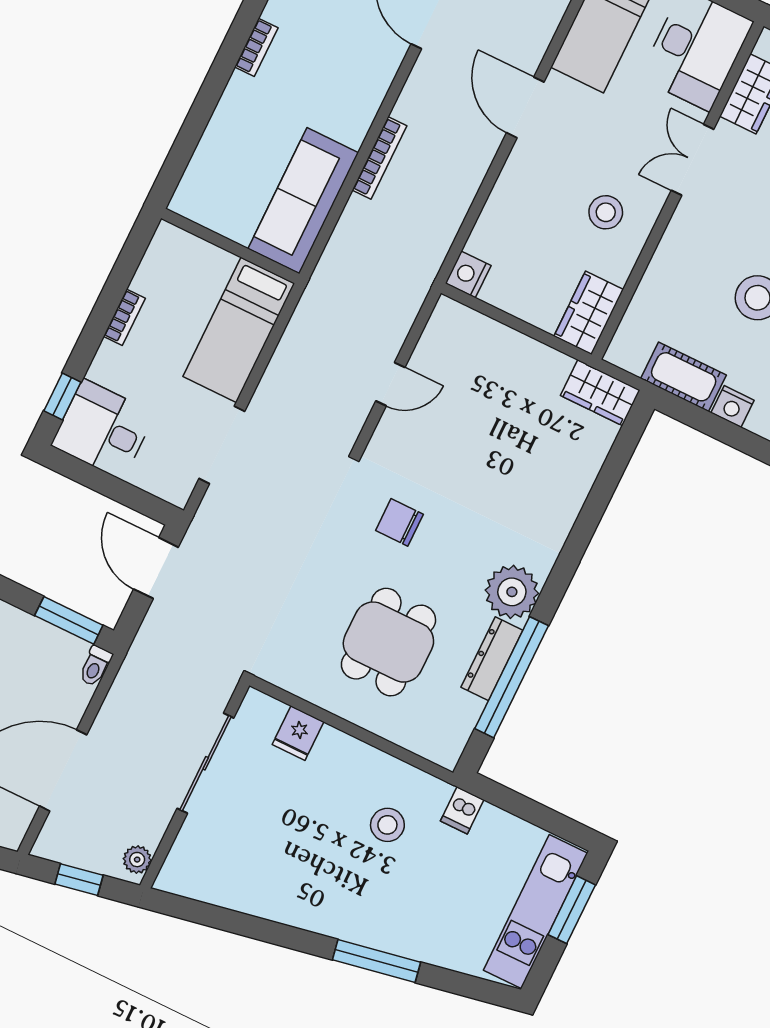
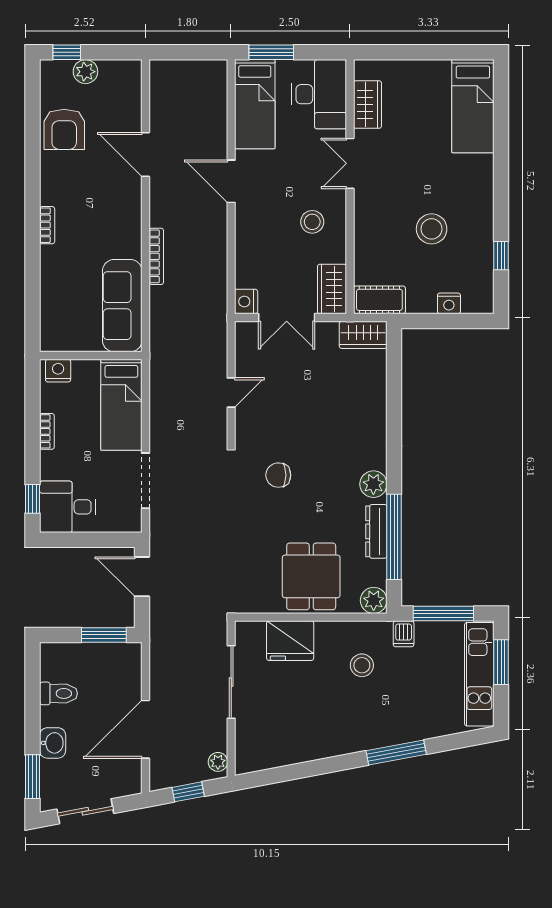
nightstand: (178, 245) -> (58, 371), added
double door: (511, 321) -> (287, 317), added
cot: (684, 377) -> (379, 300), moved
plant: (512, 592) -> (373, 484), width x0.73, depth x0.73
dining table: (388, 642) -> (311, 576), moved
toilet: (95, 666) -> (134, 655), removed
fridge: (298, 733) -> (290, 641), width x1.88, depth x1.34
plant: (444, 747) -> (374, 600), added
window: (527, 809) -> (443, 614), added

